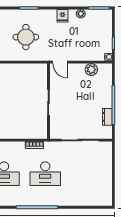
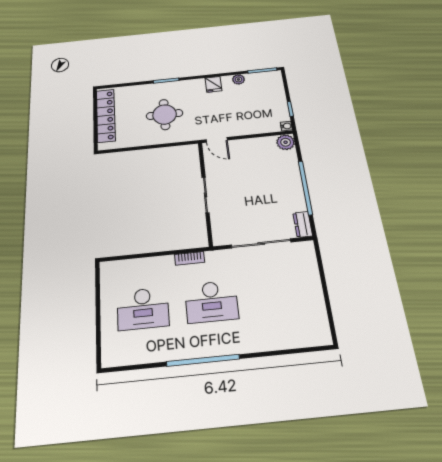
plant: (91, 70) -> (286, 142), moved
dresser: (107, 117) -> (303, 224), moved

